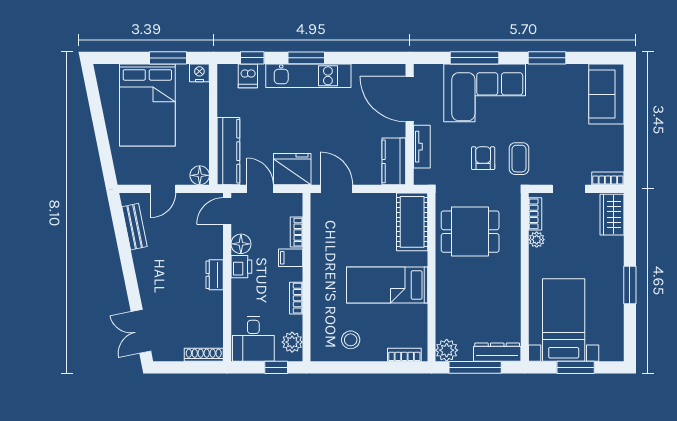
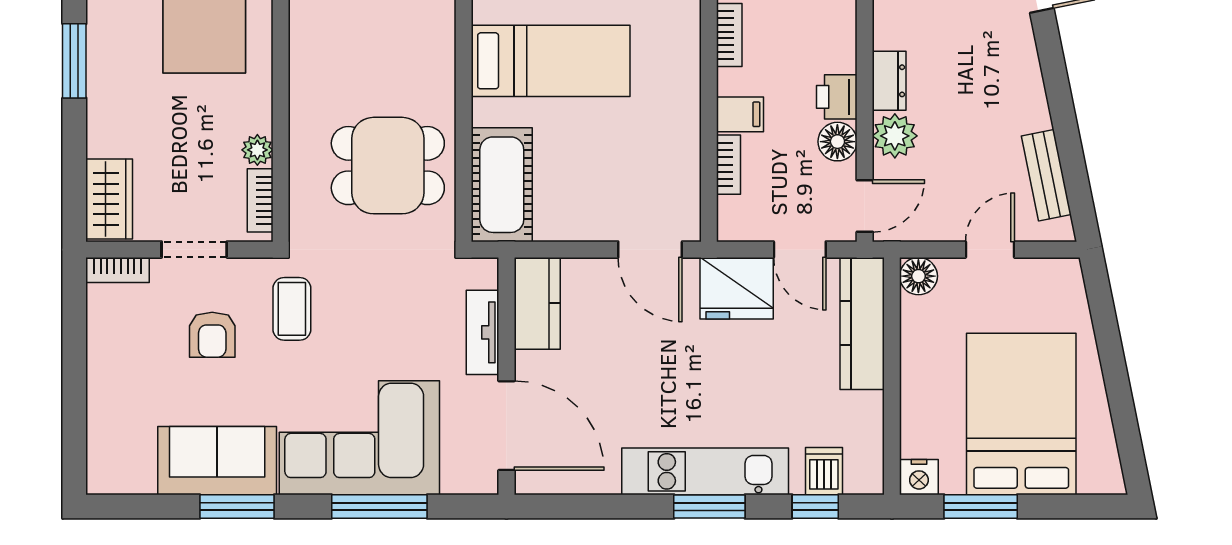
sofa: (606, 94) -> (217, 461), moved, turned -90
armchair: (483, 158) -> (212, 335), moved
plant: (212, 247) -> (895, 136), added

